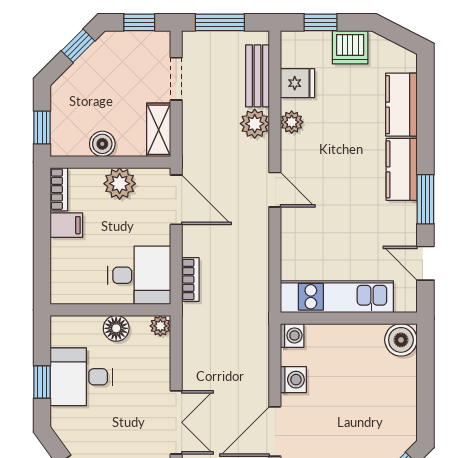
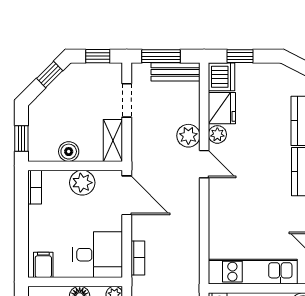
dishwasher: (350, 47) -> (221, 77), moved, turned -90
bench: (257, 76) -> (175, 72), moved, turned 90
fridge: (297, 83) -> (222, 108), width x1.38
door: (275, 190) -> (204, 164), moved
filing cabinet: (66, 225) -> (43, 265), moved, turned -90

